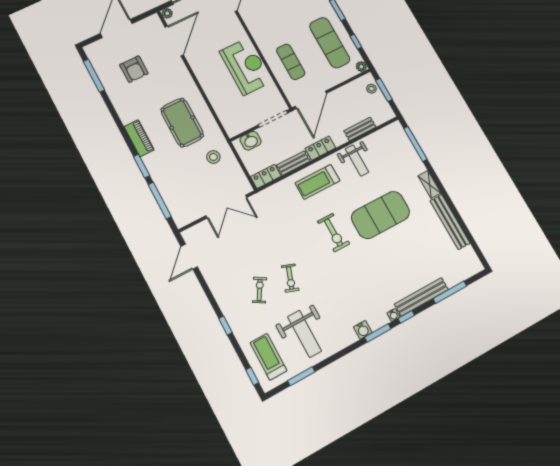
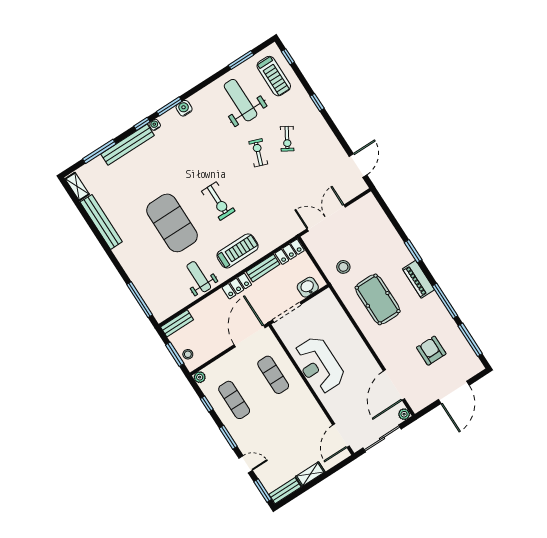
exercise mat: (330, 43) -> (234, 400), width x0.73, depth x0.69
bench: (360, 129) -> (177, 323), moved
shelving: (429, 185) -> (77, 187), moved
window: (160, 201) -> (445, 301), moved
exercise mat: (381, 215) -> (172, 223), turned 90
exercise bike: (334, 233) -> (218, 201), turned 180

